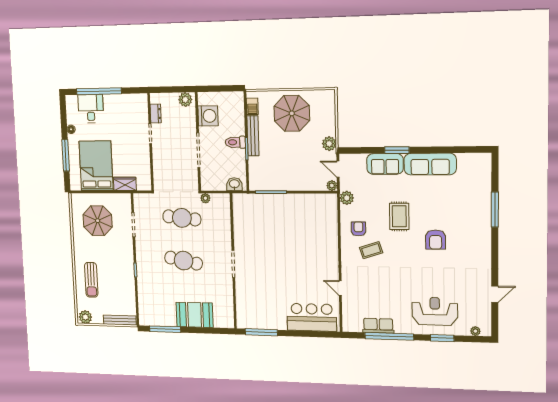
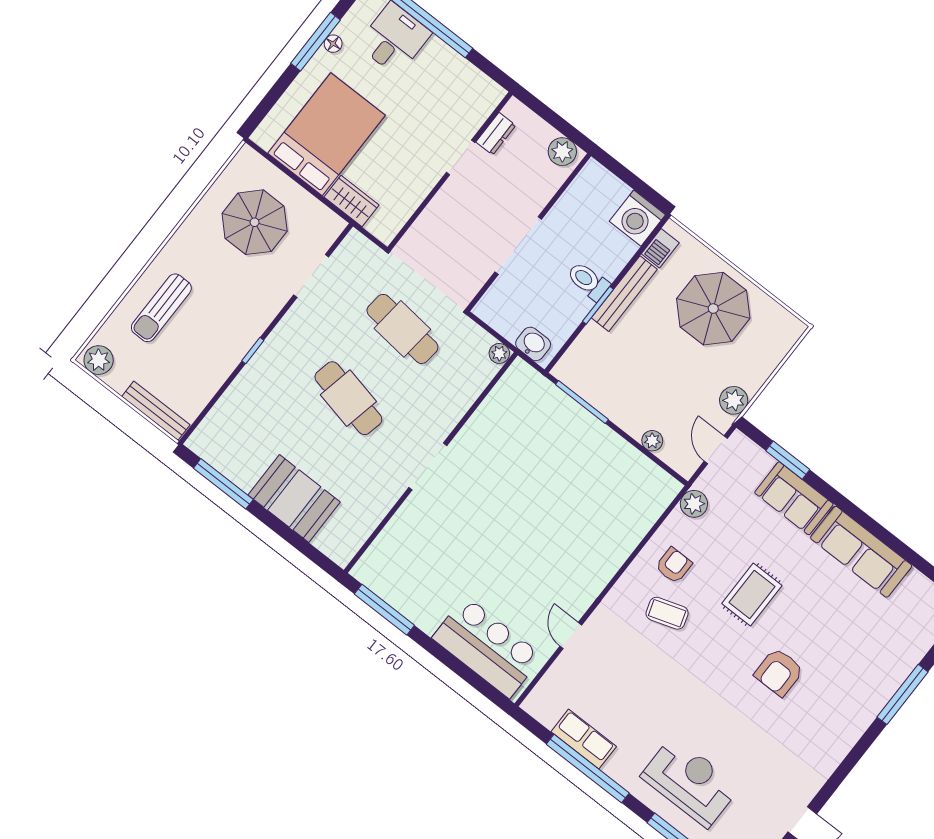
washing machine: (208, 116) -> (637, 218), moved, turned 90
window: (397, 150) -> (788, 460), moved
window: (66, 155) -> (316, 42), moved
plant: (332, 186) -> (652, 441), moved
plant: (205, 198) -> (499, 353), moved

